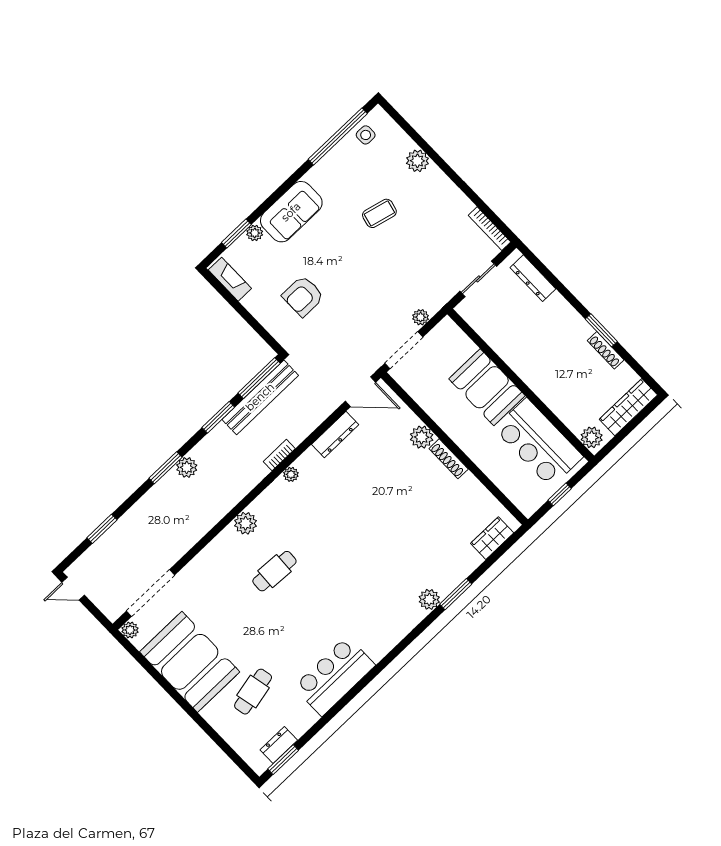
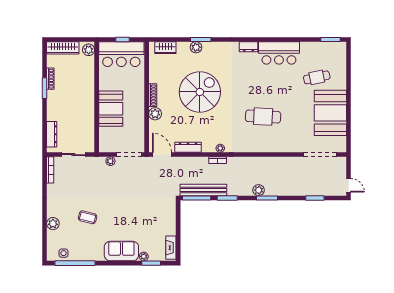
armchair: (303, 296) -> (149, 214), removed
bar counter: (539, 443) -> (121, 54), moved, turned 90
plant: (246, 523) -> (256, 146), removed
spiral stairs: (390, 523) -> (200, 92), added
cafe table: (274, 571) -> (263, 117), width x1.37, depth x1.35
plant: (429, 599) -> (196, 47), moved
plant: (130, 630) -> (342, 148), removed
dresser: (279, 745) -> (249, 47), moved

